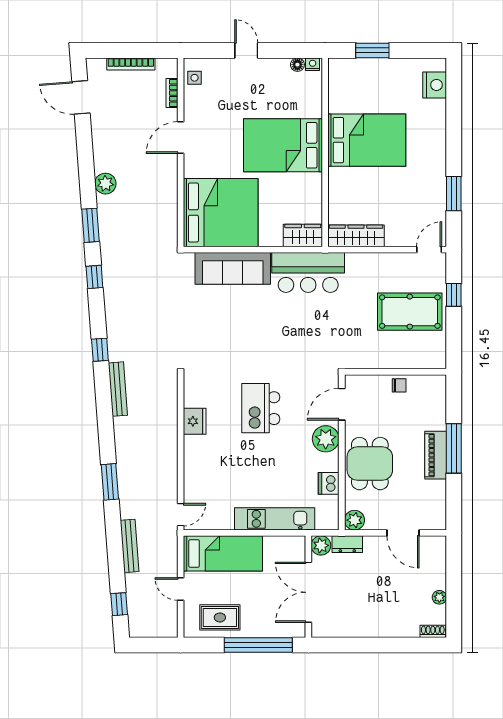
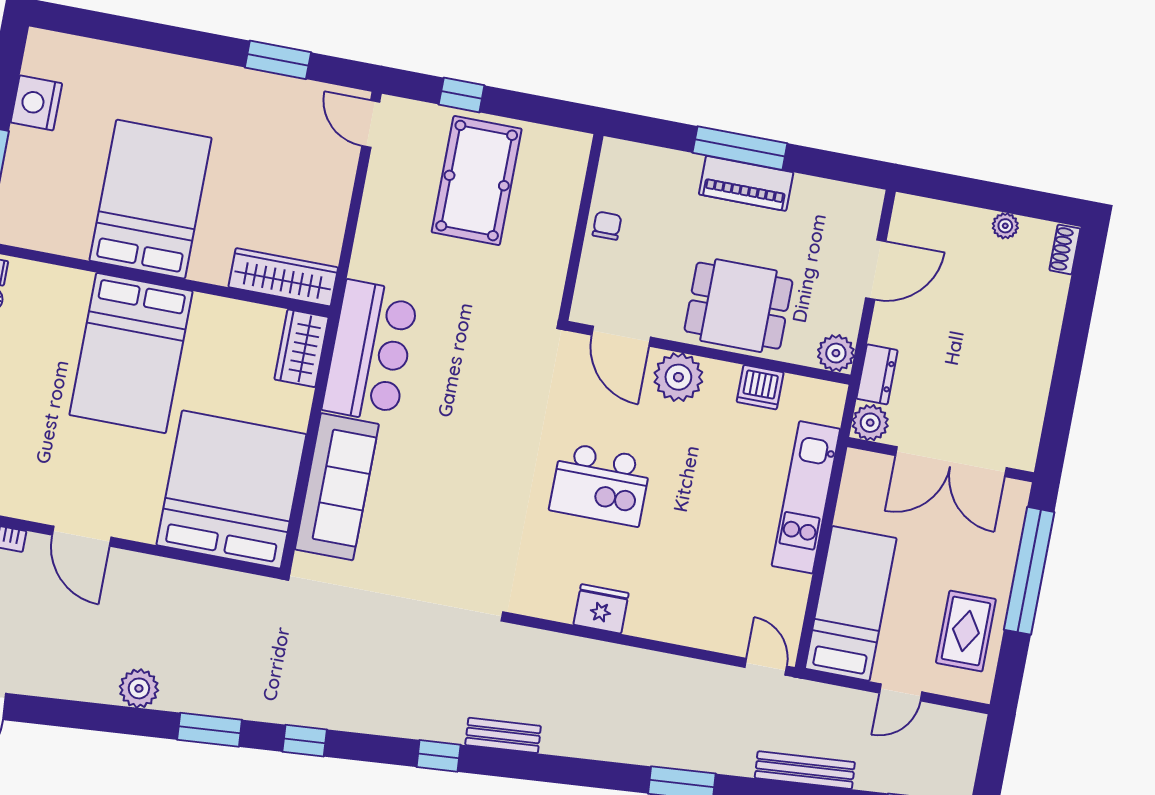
nightstand: (435, 85) -> (36, 103), moved, turned -90
wardrobe: (356, 236) -> (283, 277), moved, turned 90
bench: (118, 389) -> (503, 735), width x0.73

